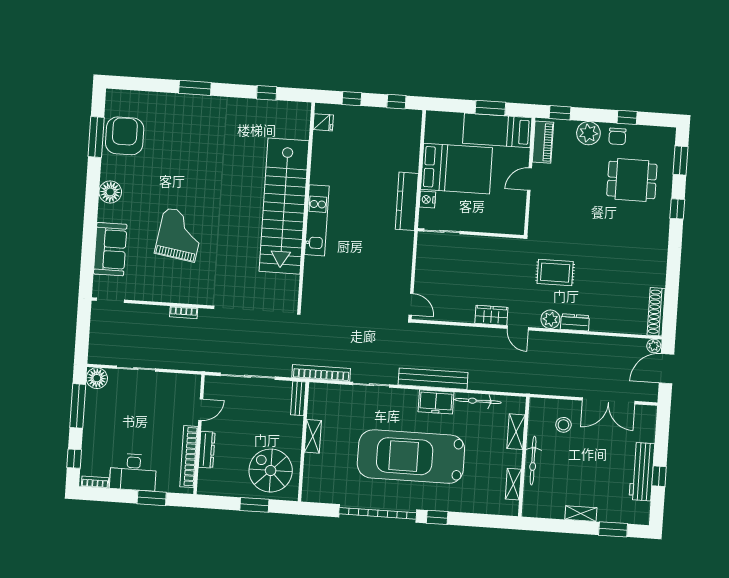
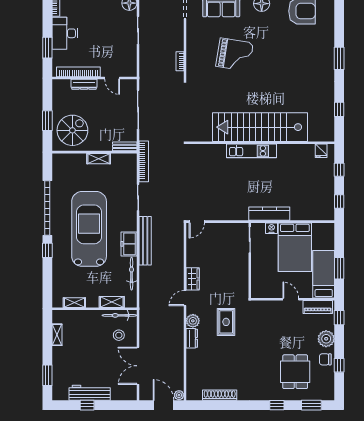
shoe rack: (656, 312) -> (220, 395), moved
bicycle: (533, 461) -> (119, 315), moved
shelving: (581, 514) -> (57, 335), moved

